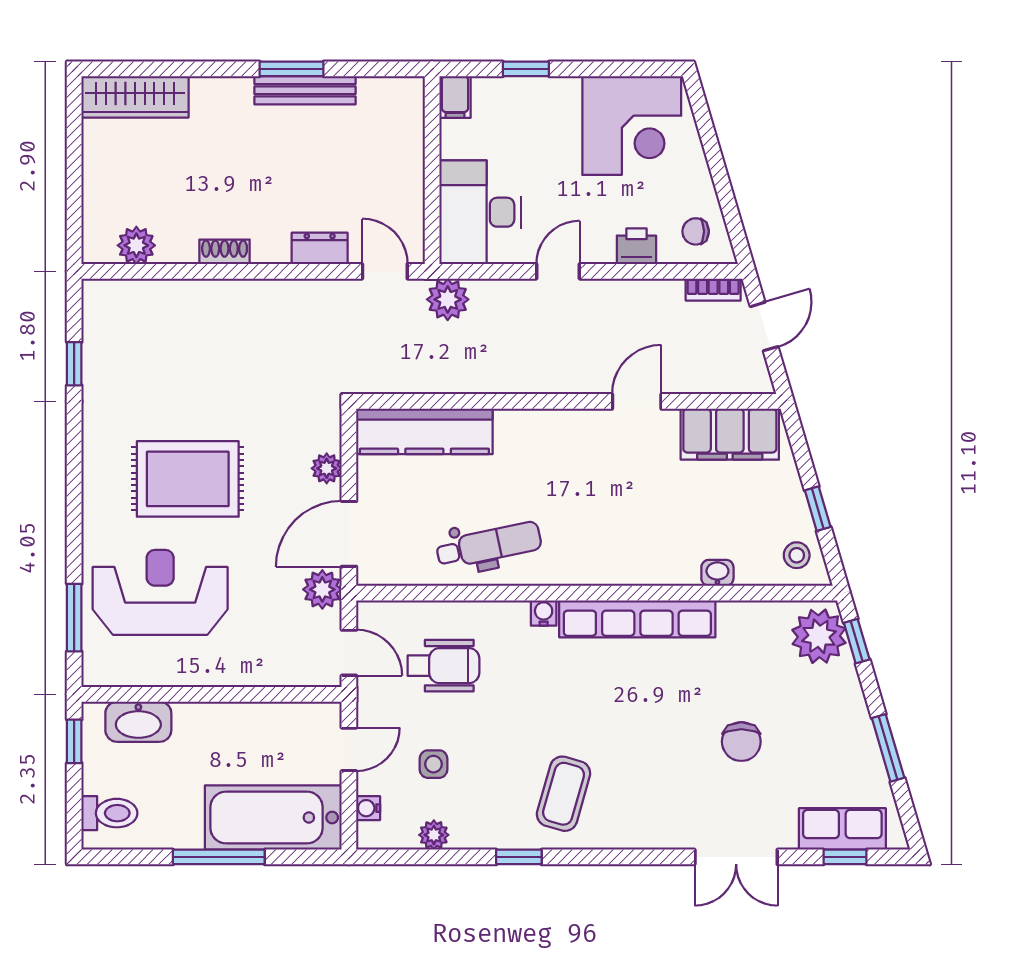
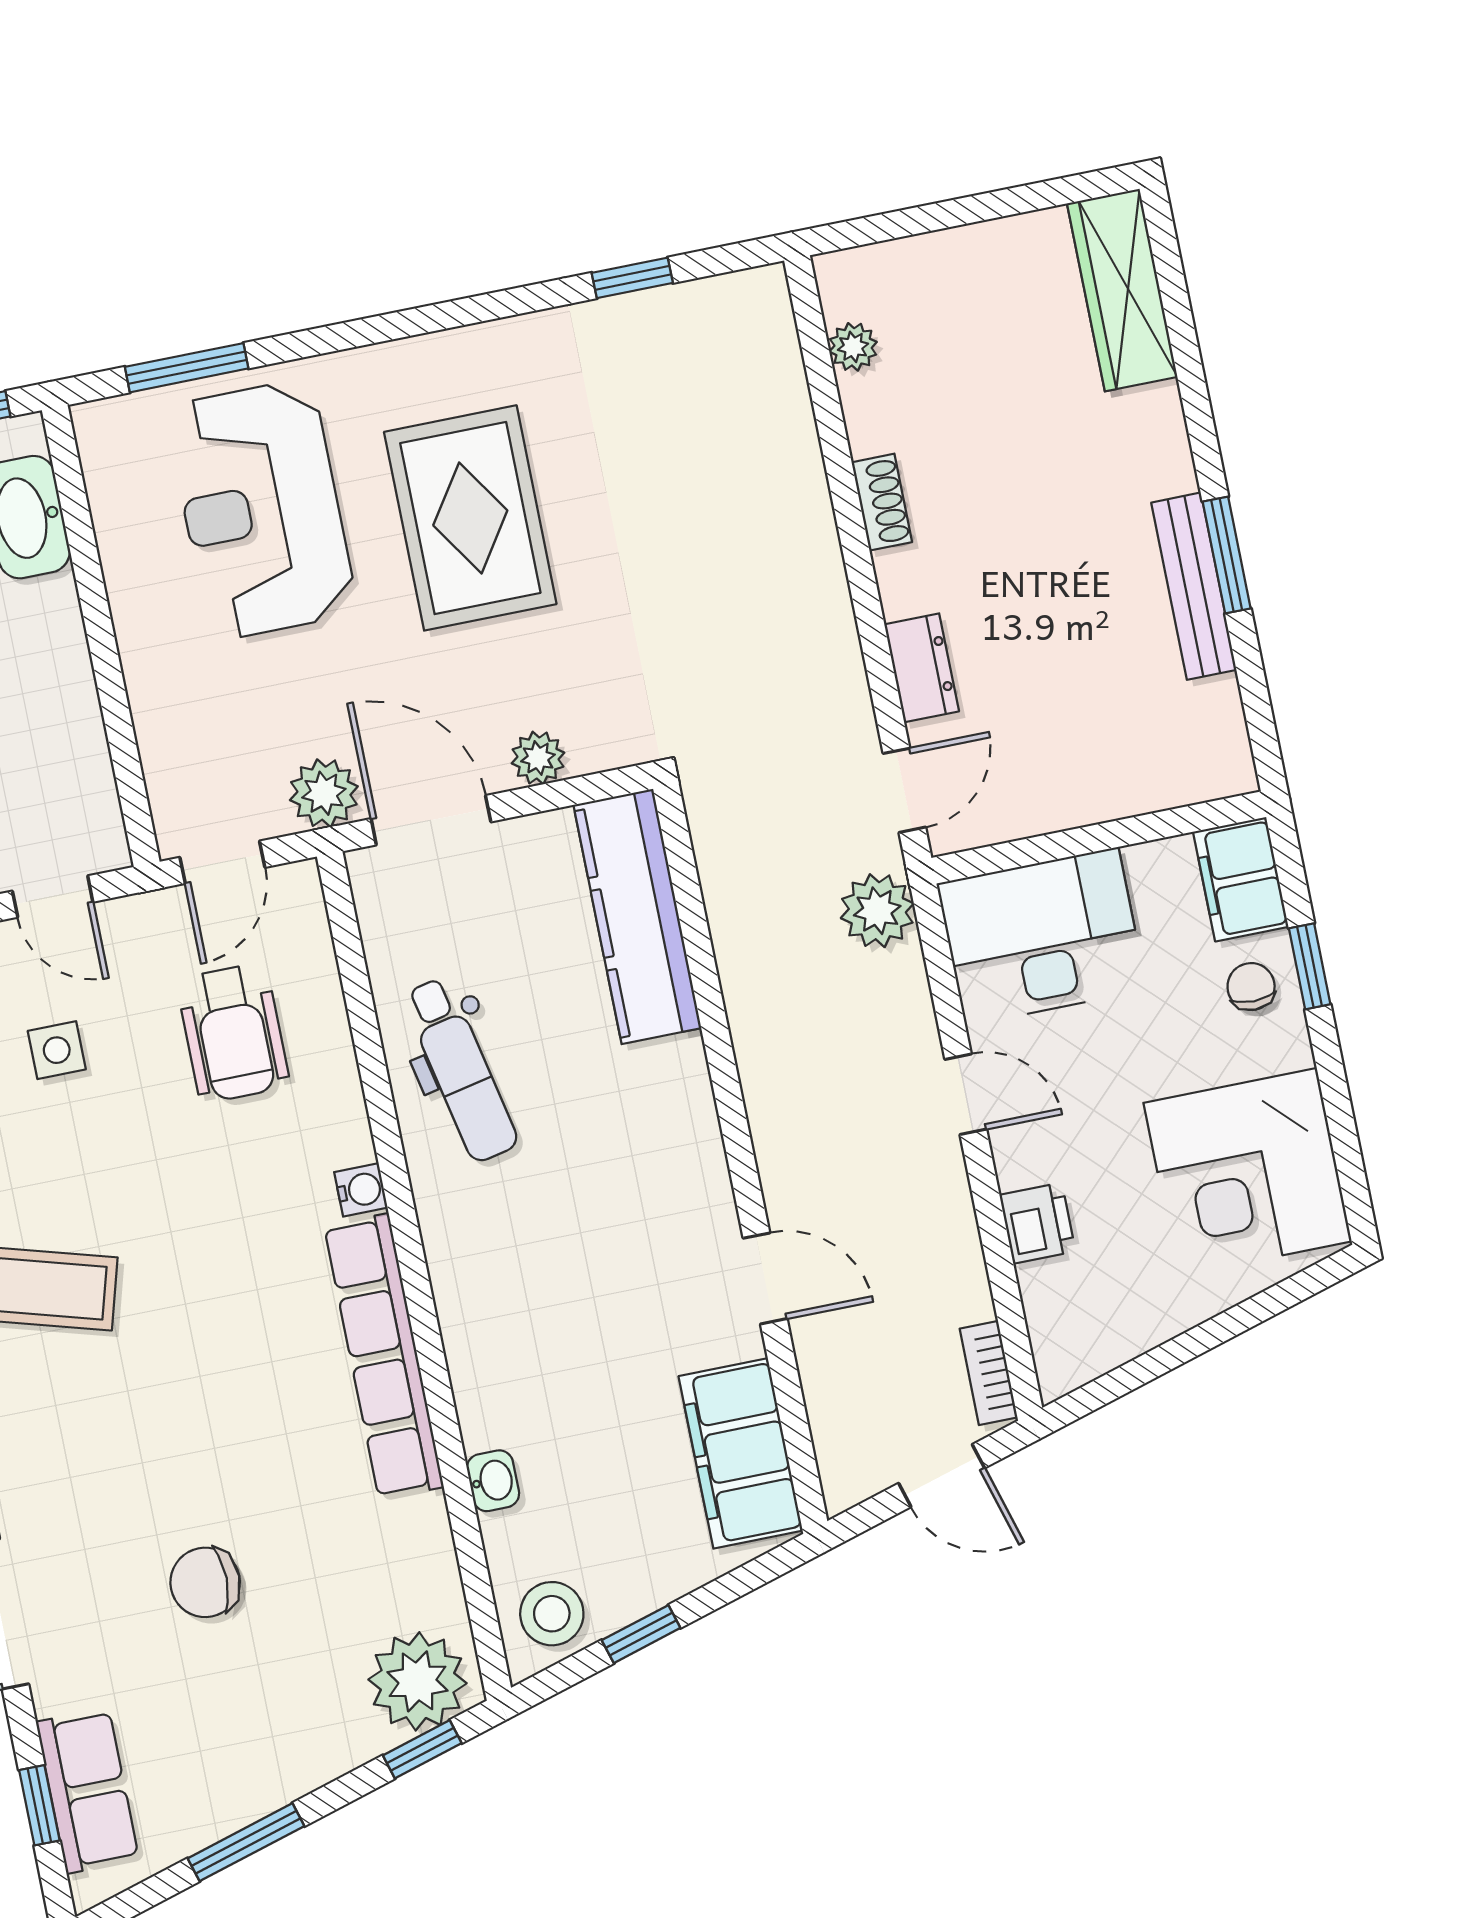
filing cabinet: (455, 97) -> (1241, 879), width x2.00
chair: (696, 231) -> (1251, 987), moved
plant: (136, 245) -> (853, 347), width x0.73, depth x0.73
stool: (797, 555) -> (552, 1614), width x1.37, depth x1.37
reception desk: (160, 592) -> (261, 510), turned 180

